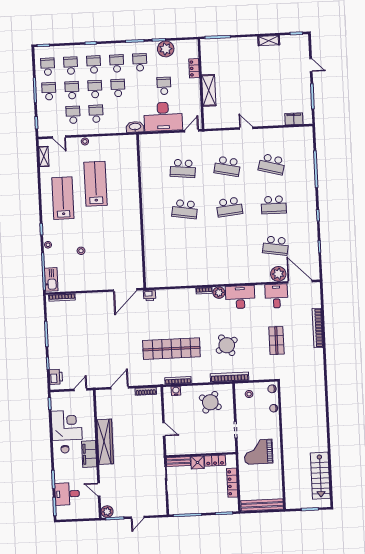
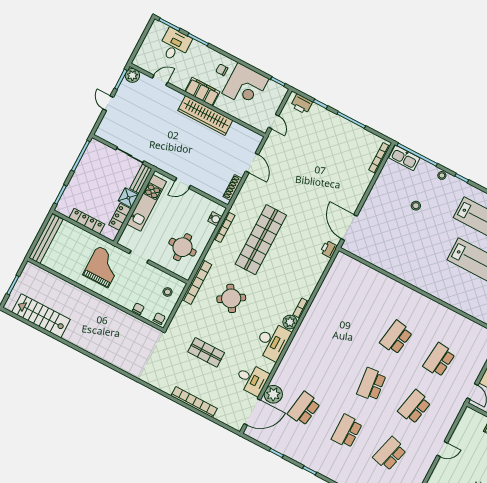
round table: (210, 402) -> (183, 247), turned -32
kitchen unit: (193, 447) -> (147, 203), added

